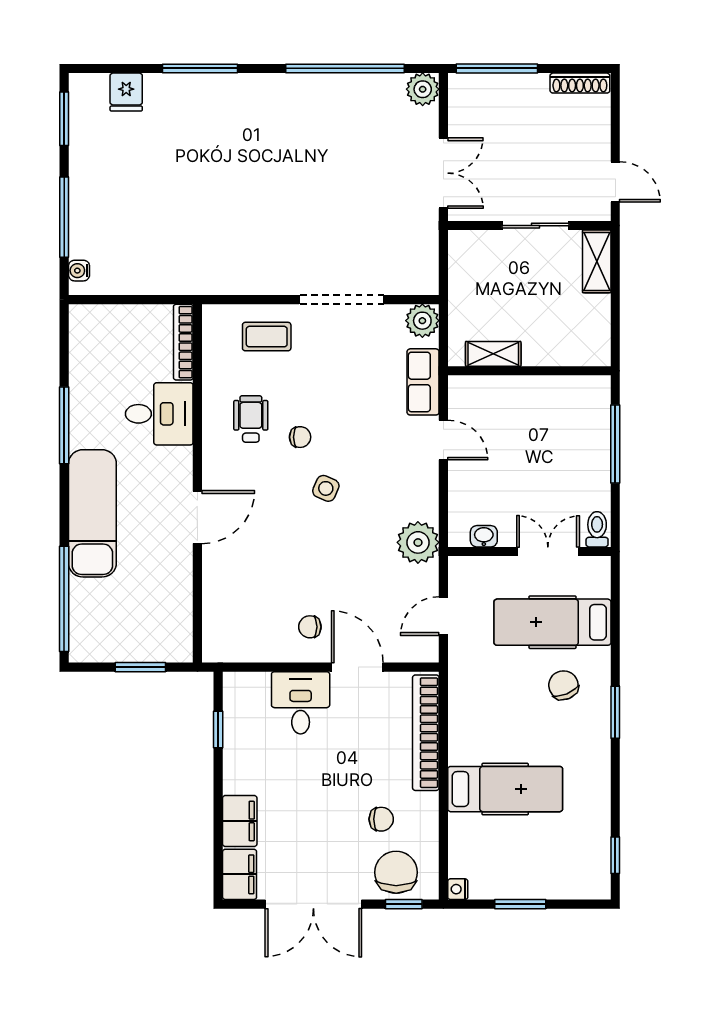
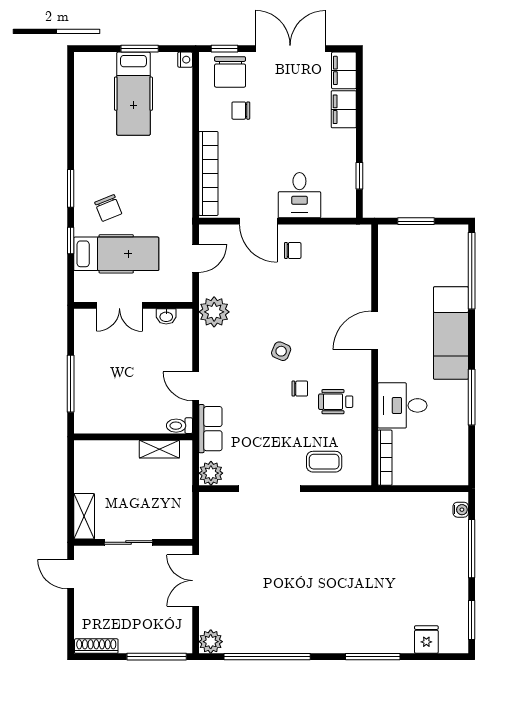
wheelchair: (251, 419) -> (336, 402), turned 90
chair: (300, 437) -> (300, 389), turned 180
toilet: (597, 529) -> (179, 426), moved, turned 90
hospital bed: (505, 789) -> (133, 94), moved, turned -90
window: (615, 855) -> (71, 241), moved

